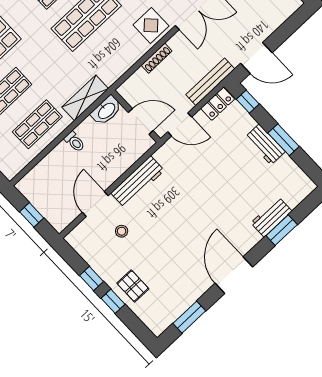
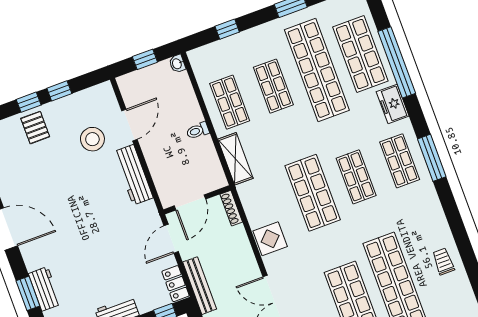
display table: (151, 25) -> (270, 239), moved
shoe rack: (157, 58) -> (231, 208), moved
washbasin: (106, 111) -> (177, 64), moved, width x0.52, depth x0.69
door: (95, 204) -> (129, 125), hinge flipped
stool: (122, 231) -> (92, 139), width x1.89, depth x1.89
pallet: (133, 286) -> (35, 128), turned 90

